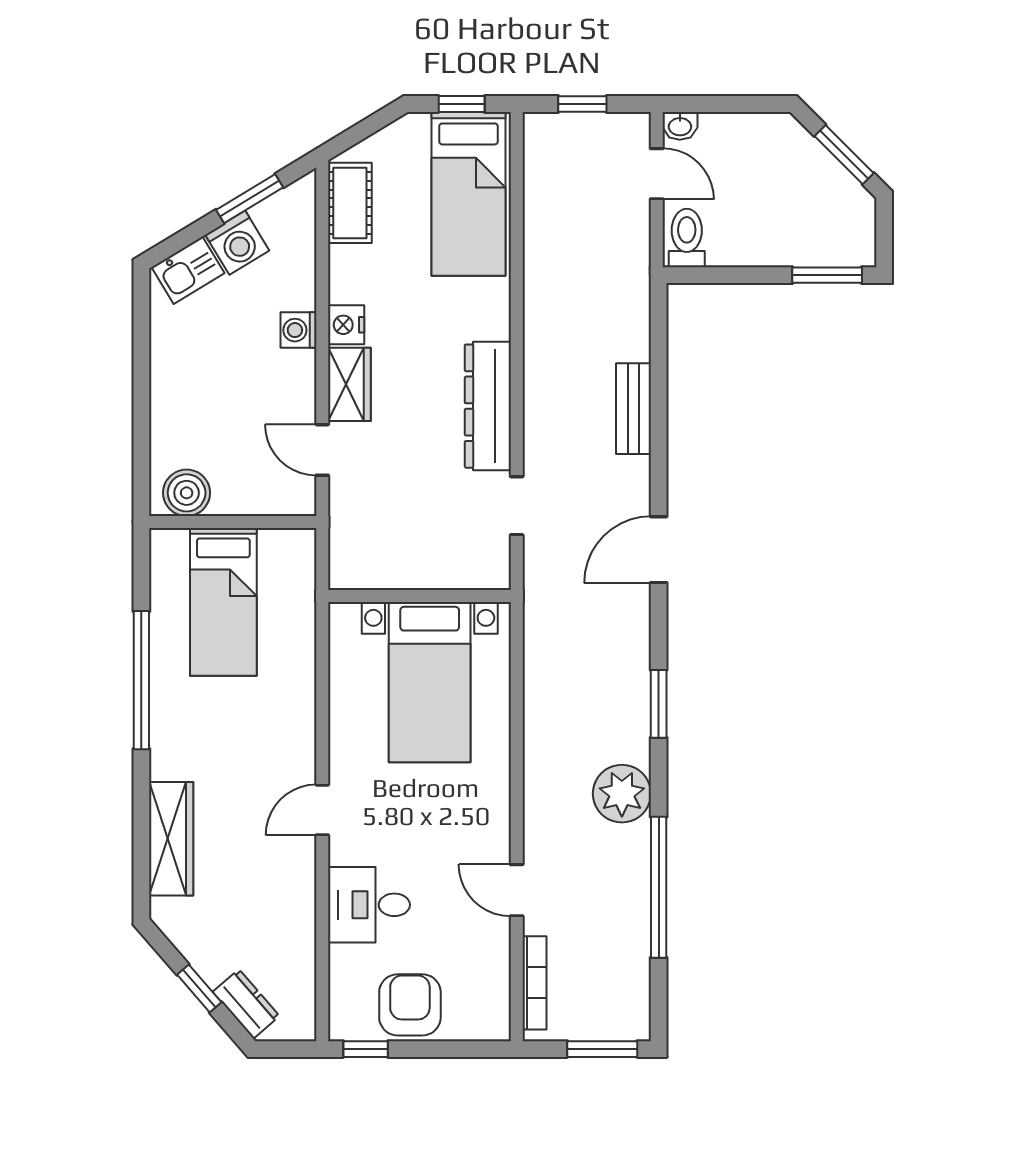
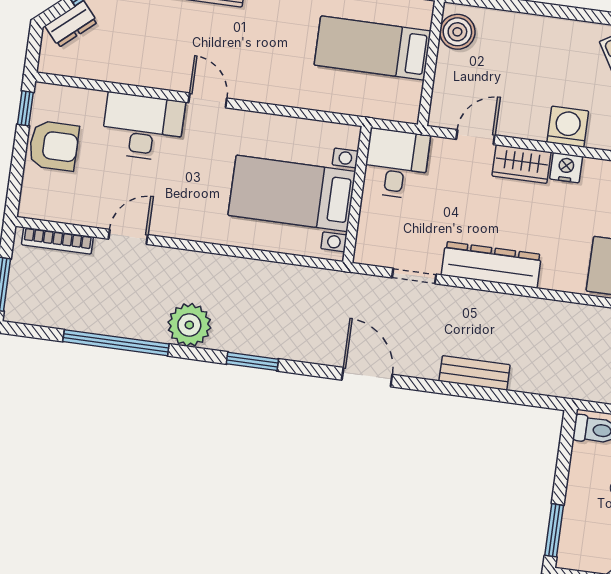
washing machine: (299, 330) -> (568, 127), width x1.38, depth x1.38
desk: (372, 550) -> (396, 164), added
desk: (369, 905) -> (143, 127), width x1.37

